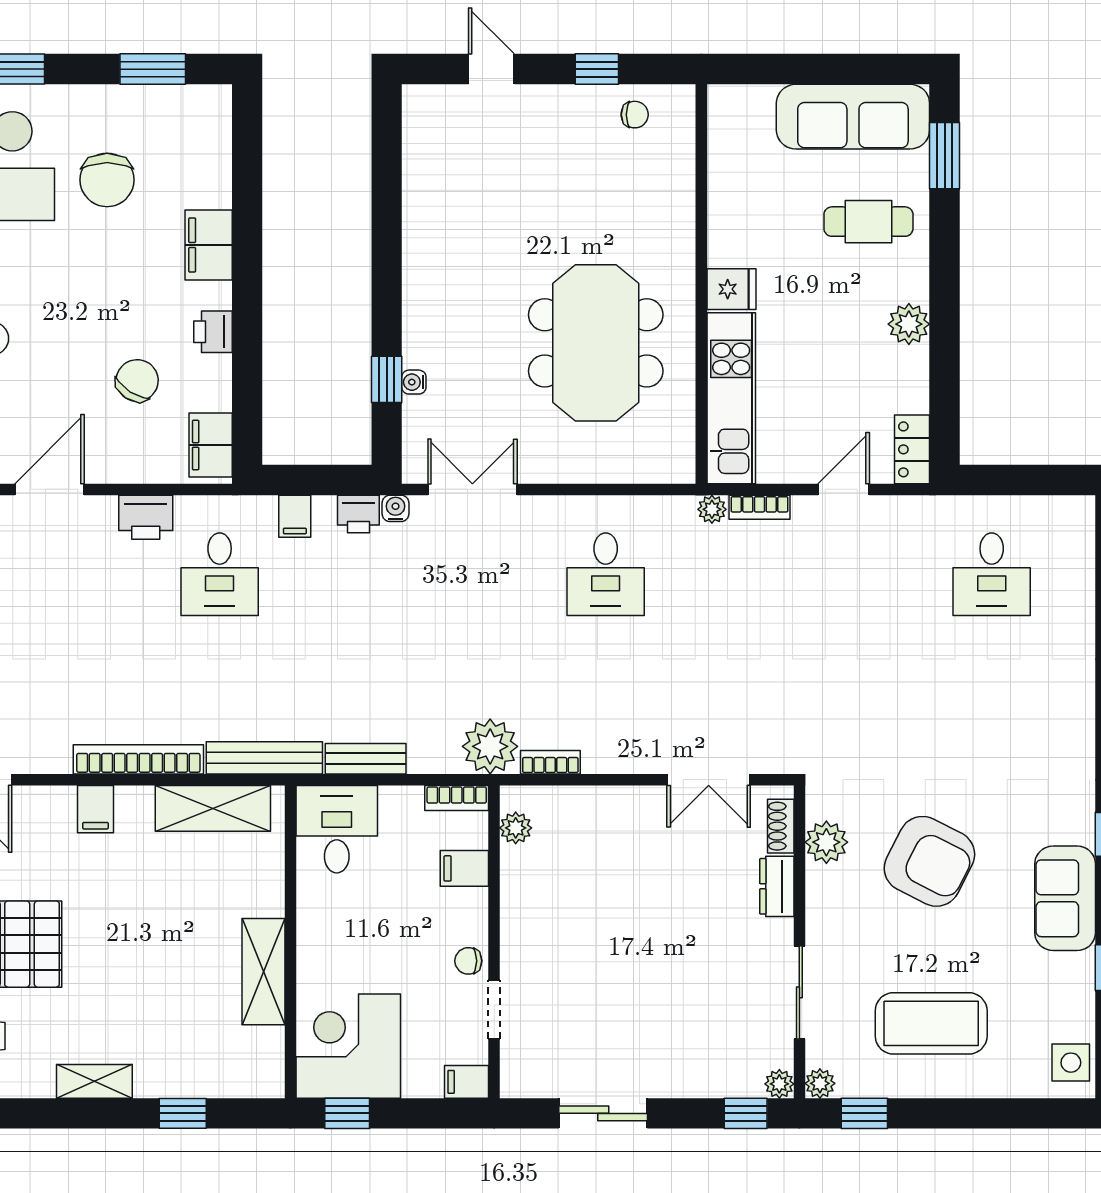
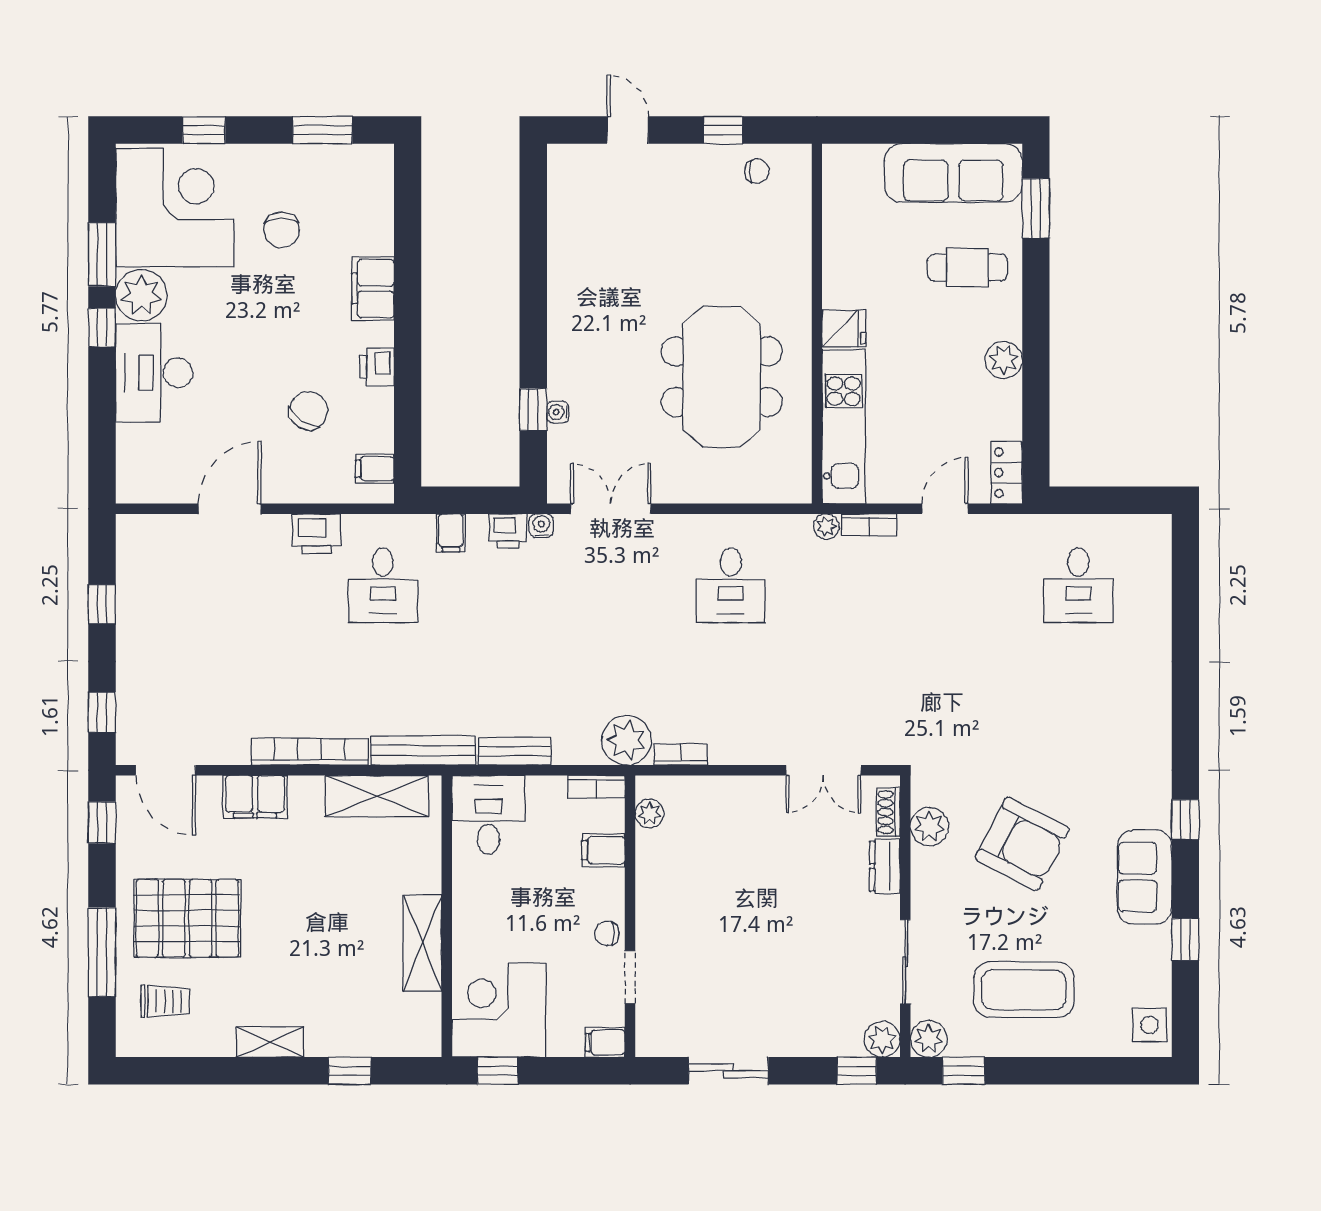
chair: (107, 180) -> (281, 230), width x0.73, depth x0.73
filing cabinet: (211, 445) -> (375, 469), width x0.50
filing cabinet: (95, 809) -> (255, 797), width x2.00
plant: (820, 1083) -> (929, 1039), width x1.38, depth x1.38
plant: (779, 1084) -> (882, 1039), width x1.38, depth x1.38

